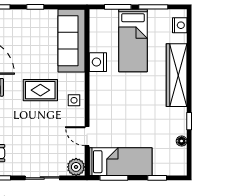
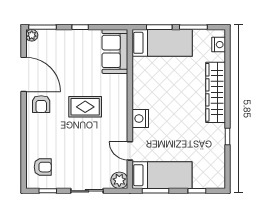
sofa: (71, 41) -> (115, 51), width x0.73
bed: (133, 41) -> (162, 43), moved, turned -90
nightstand: (98, 62) -> (140, 119), moved
side table: (74, 100) -> (117, 116), removed
floor lamp: (182, 141) -> (220, 155), removed

